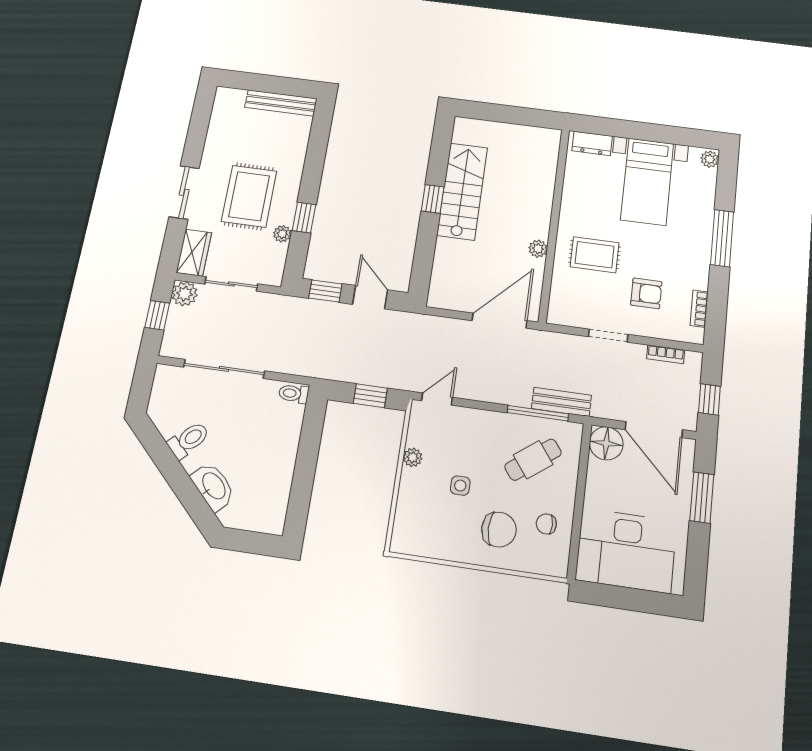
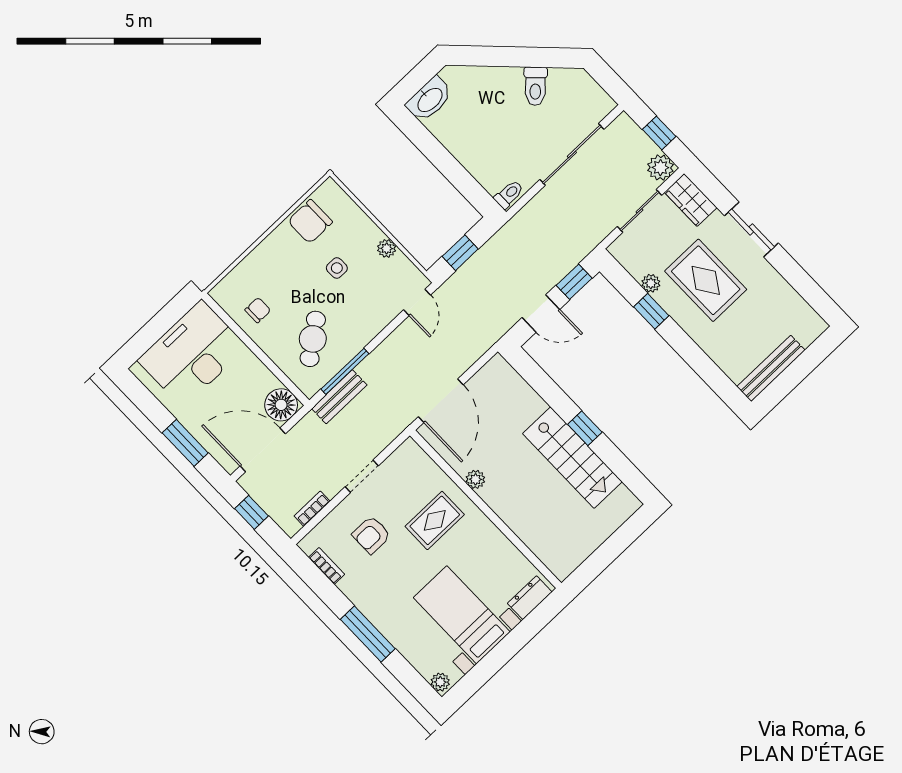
washbasin: (213, 486) -> (429, 99), moved, turned -45
chair: (499, 530) -> (310, 222), moved

